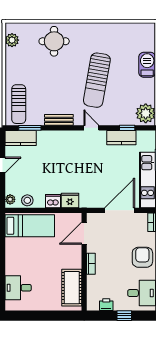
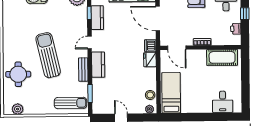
sun lounger: (97, 80) -> (48, 55), moved, turned -113
kitchen counter: (21, 138) -> (98, 65), moved
dishwasher: (53, 201) -> (150, 46), moved

